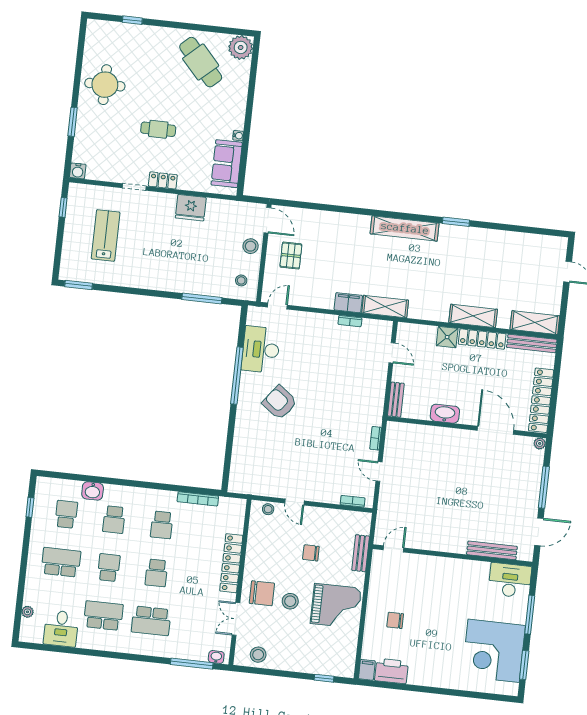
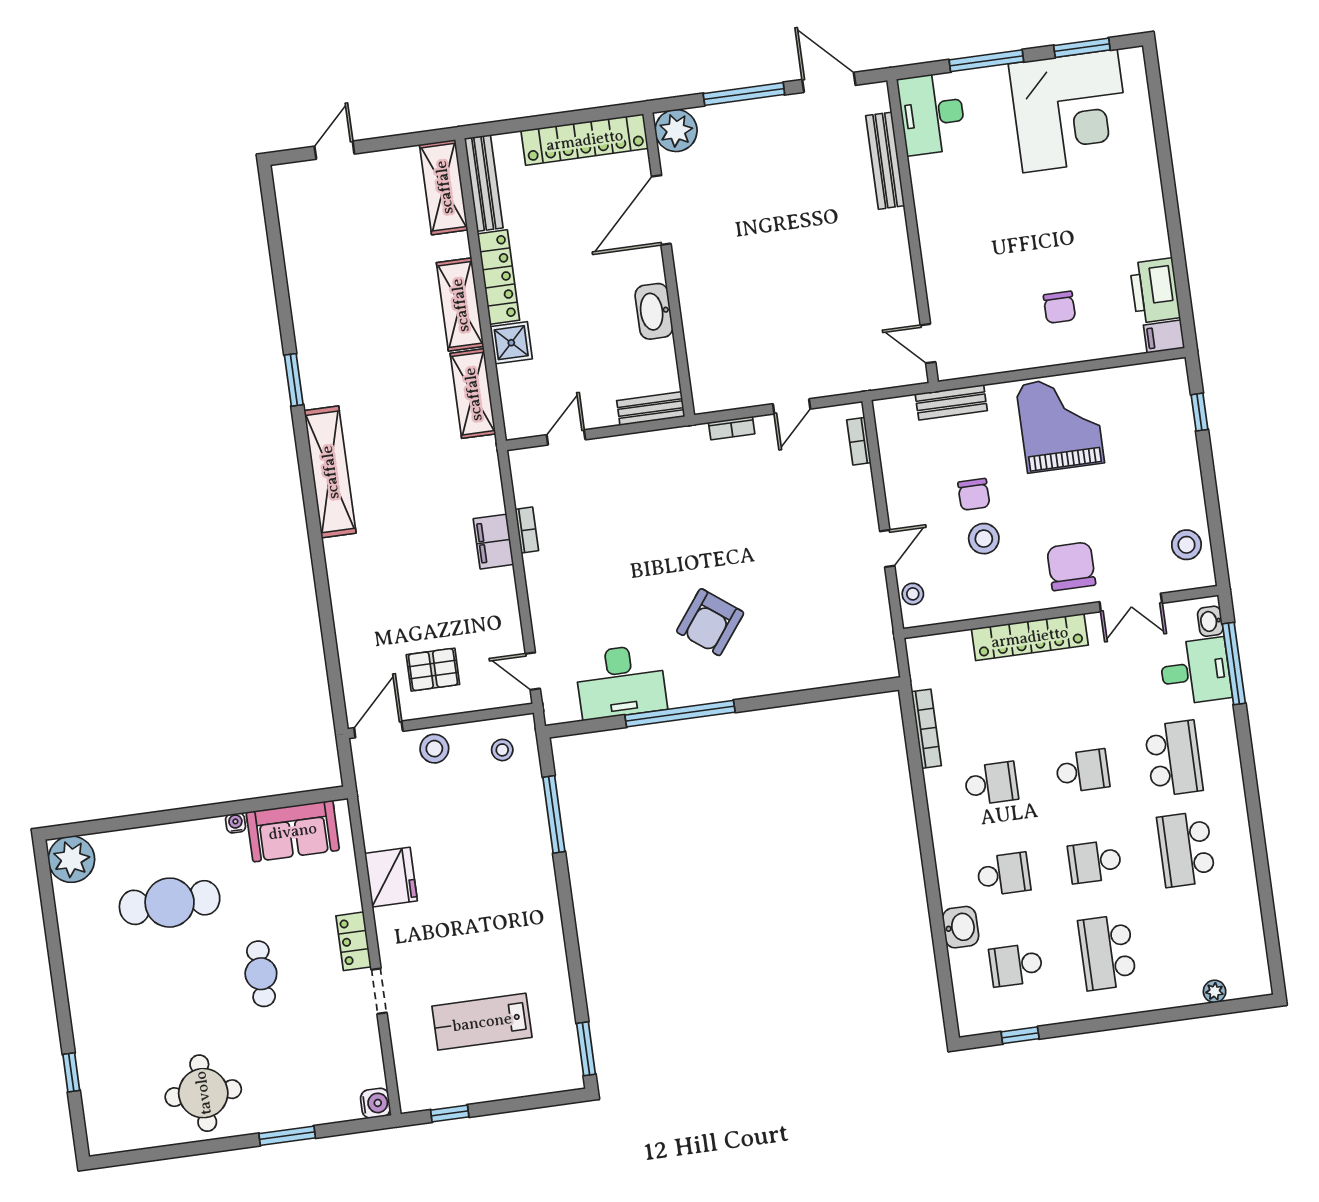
cafe table: (201, 62) -> (170, 903), moved, turned 42
shelving: (385, 307) -> (473, 394), moved
plant: (540, 443) -> (676, 131), width x1.88, depth x1.88
stool: (290, 601) -> (984, 539), moved
desk: (61, 628) -> (1195, 671), moved

